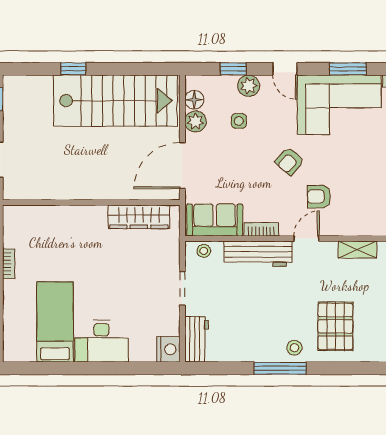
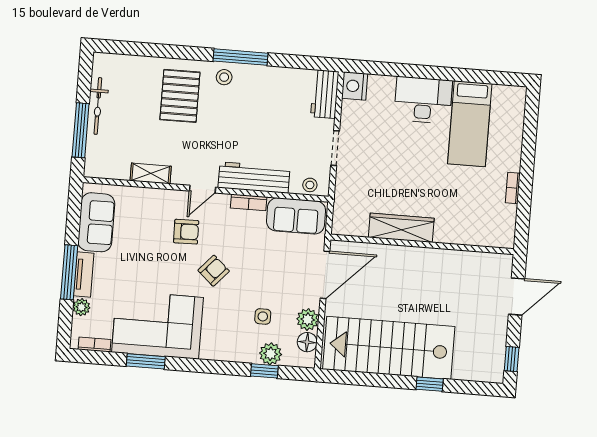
door: (285, 69) -> (211, 367), removed
plant: (249, 86) -> (271, 354), moved
wardrobe: (139, 217) -> (401, 228), moved

